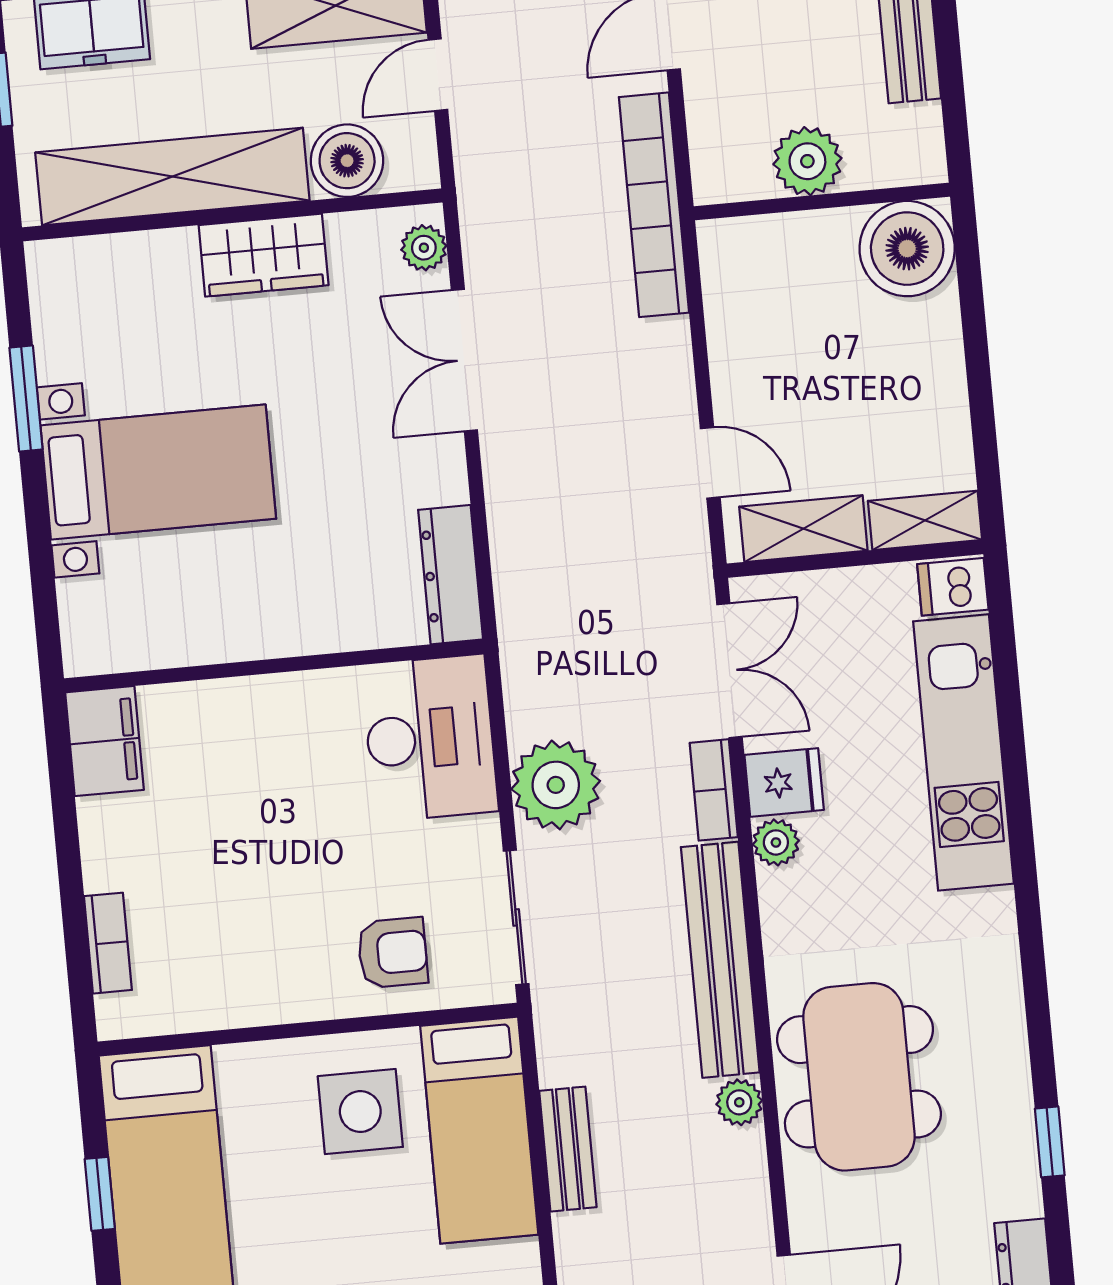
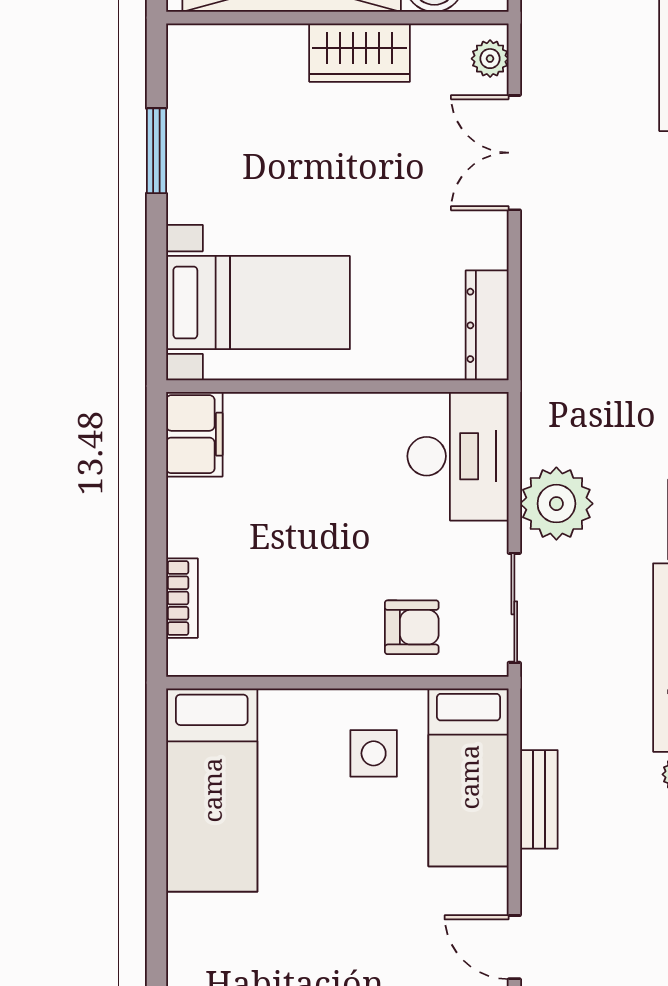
bed with nightstands: (158, 472) -> (258, 303), moved
side table: (360, 1112) -> (374, 753), width x0.73, depth x0.73
window: (100, 1194) -> (156, 800), removed

